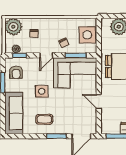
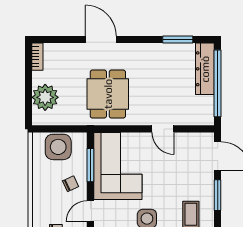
door: (46, 55) -> (90, 211), swing flipped
door: (99, 101) -> (163, 129), hinge flipped

